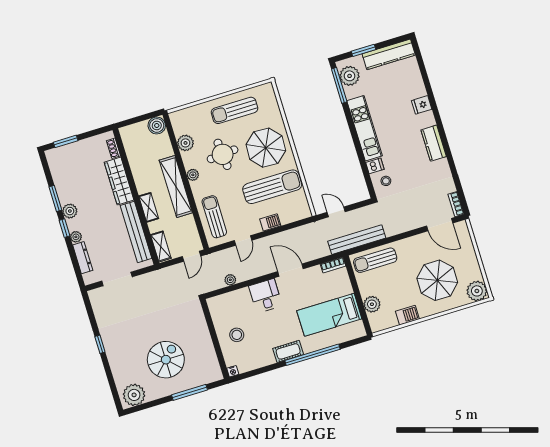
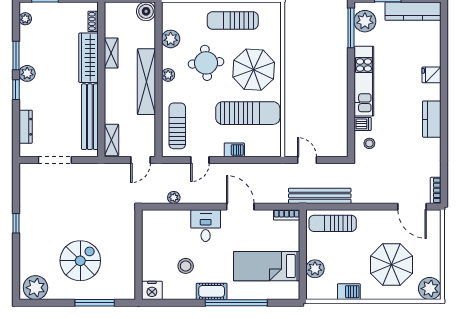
shelving: (149, 207) -> (111, 53), moved
plant: (76, 237) -> (25, 19), moved
stool: (237, 335) -> (186, 266), moved
nightstand: (233, 371) -> (152, 290), width x1.89, depth x1.79

